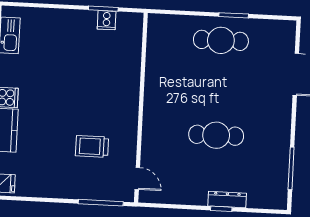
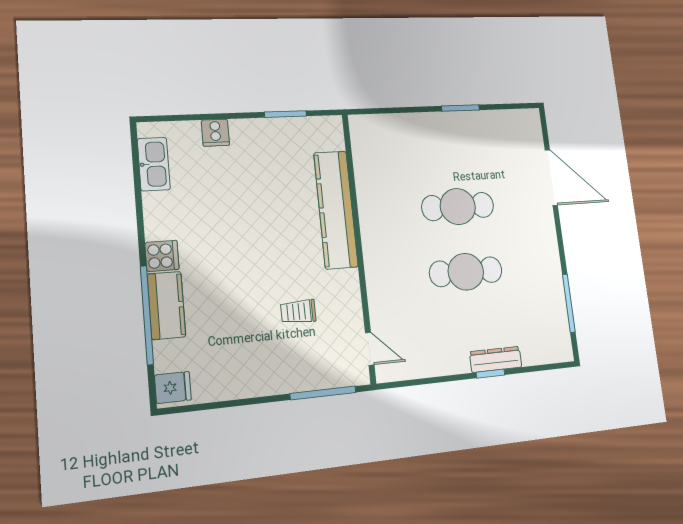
cooker: (107, 20) -> (215, 133), moved
cafe table: (221, 40) -> (458, 206), moved
kitchen counter: (129, 80) -> (336, 210), added
trolley: (92, 146) -> (298, 312), width x0.73, depth x0.72

